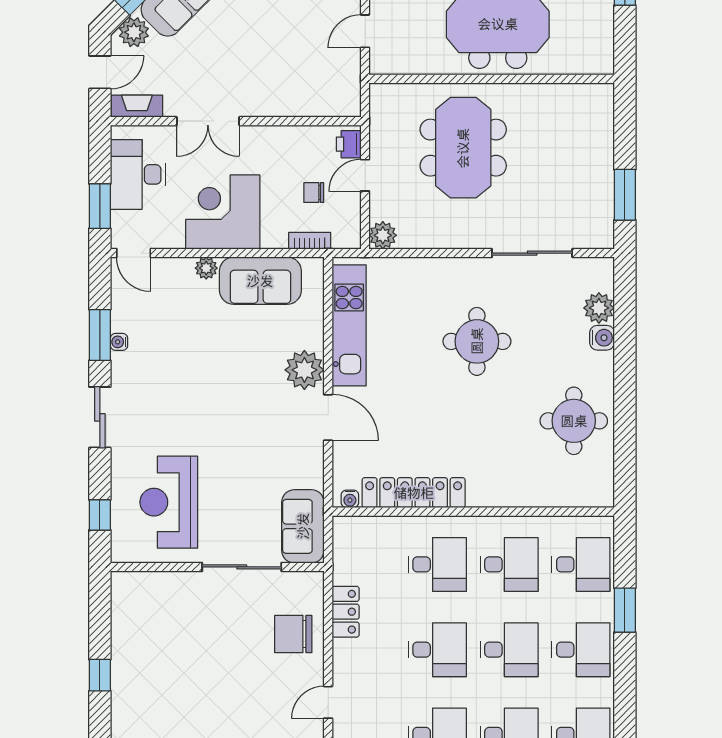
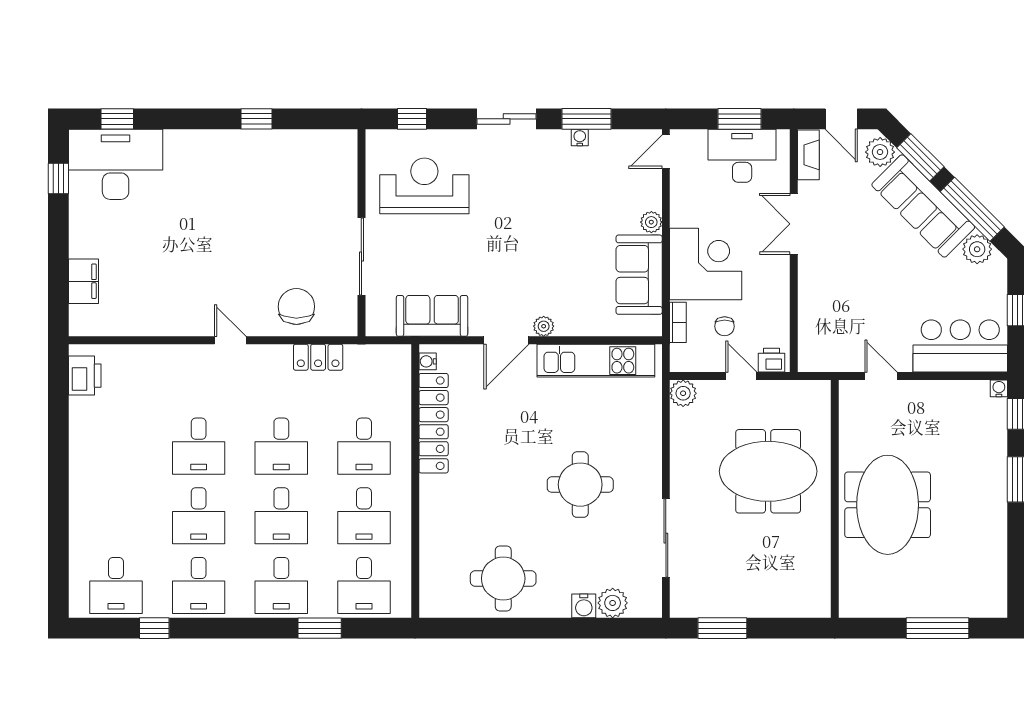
chair: (314, 193) -> (725, 326), turned 180
window: (100, 206) -> (740, 119), moved
corner desk: (223, 212) -> (706, 264), moved
plant: (304, 370) -> (544, 326), width x0.53, depth x0.53
sofa: (303, 526) -> (432, 316), moved

